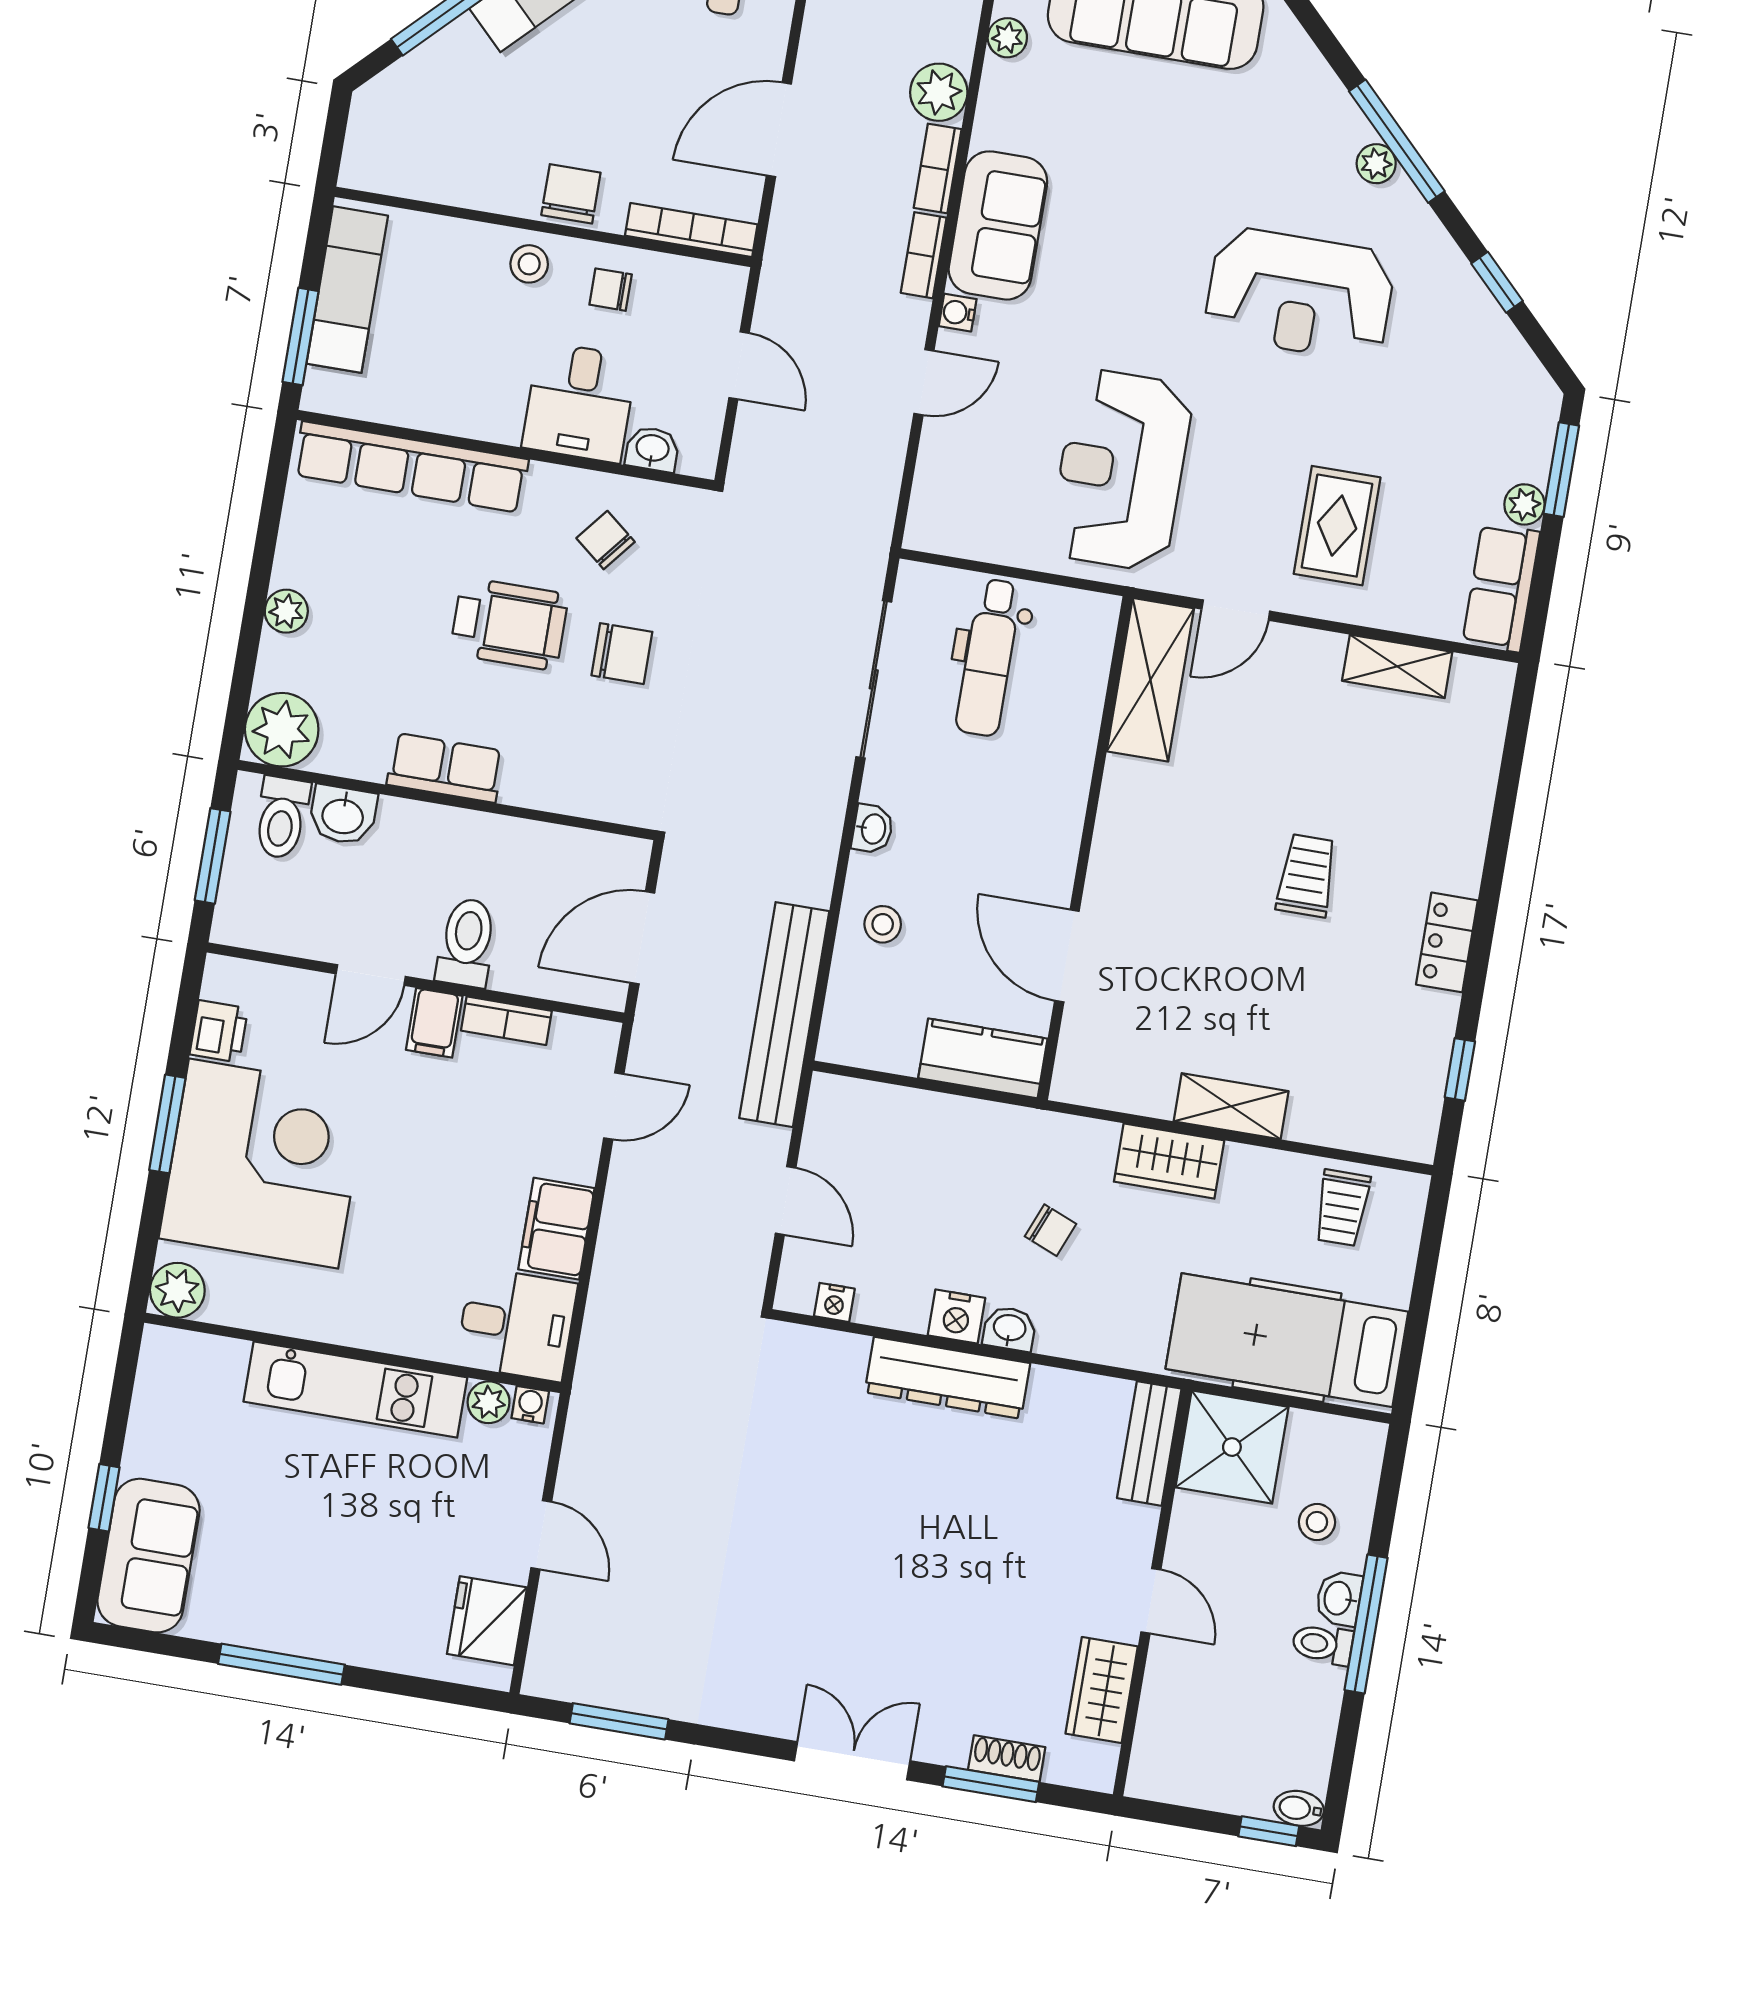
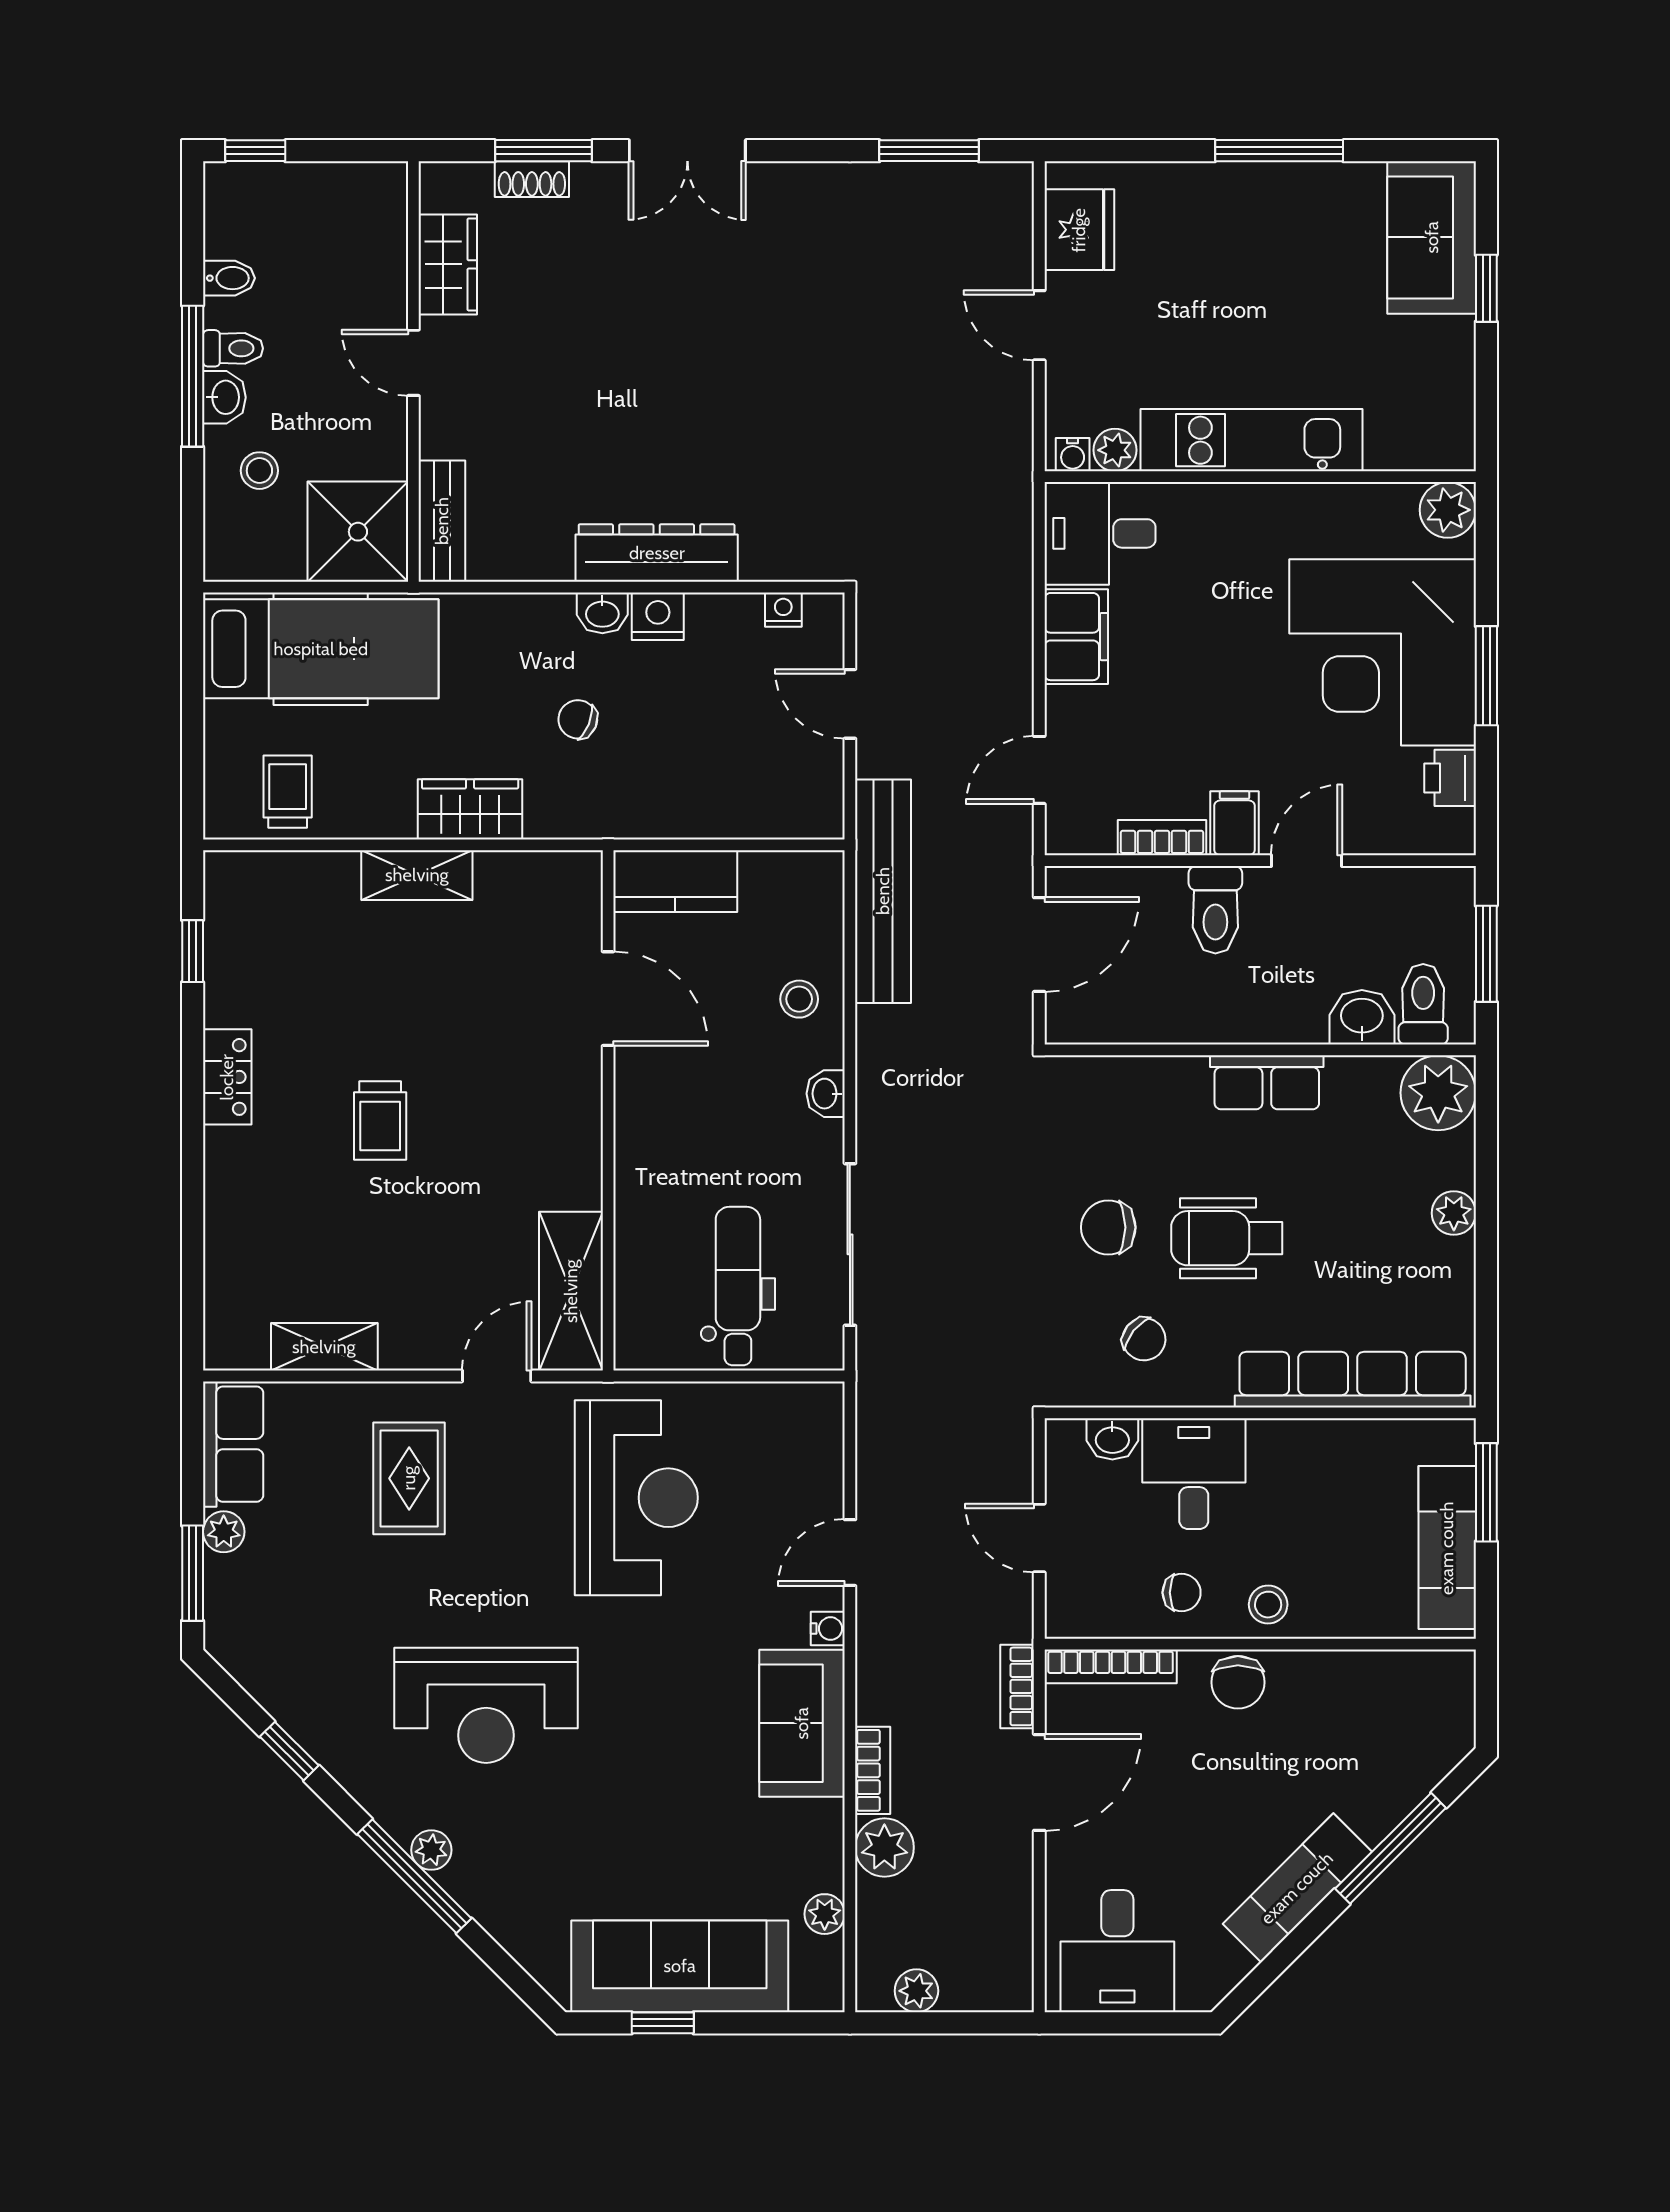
bookcase: (924, 255) -> (1017, 1686), moved, turned 180
reception desk: (1300, 294) -> (486, 1705), turned 180
bidet: (1299, 1808) -> (229, 278), moved

